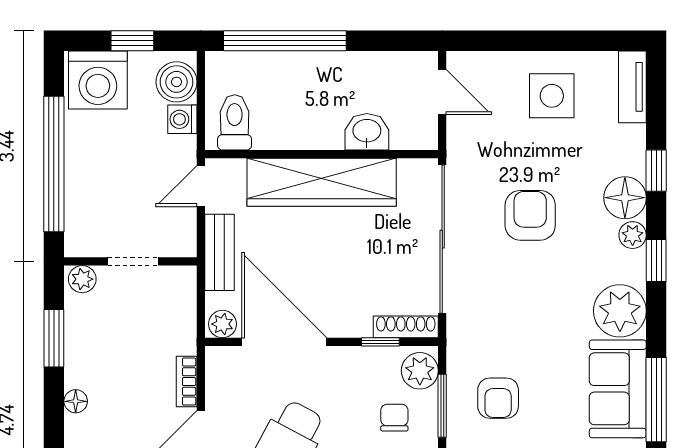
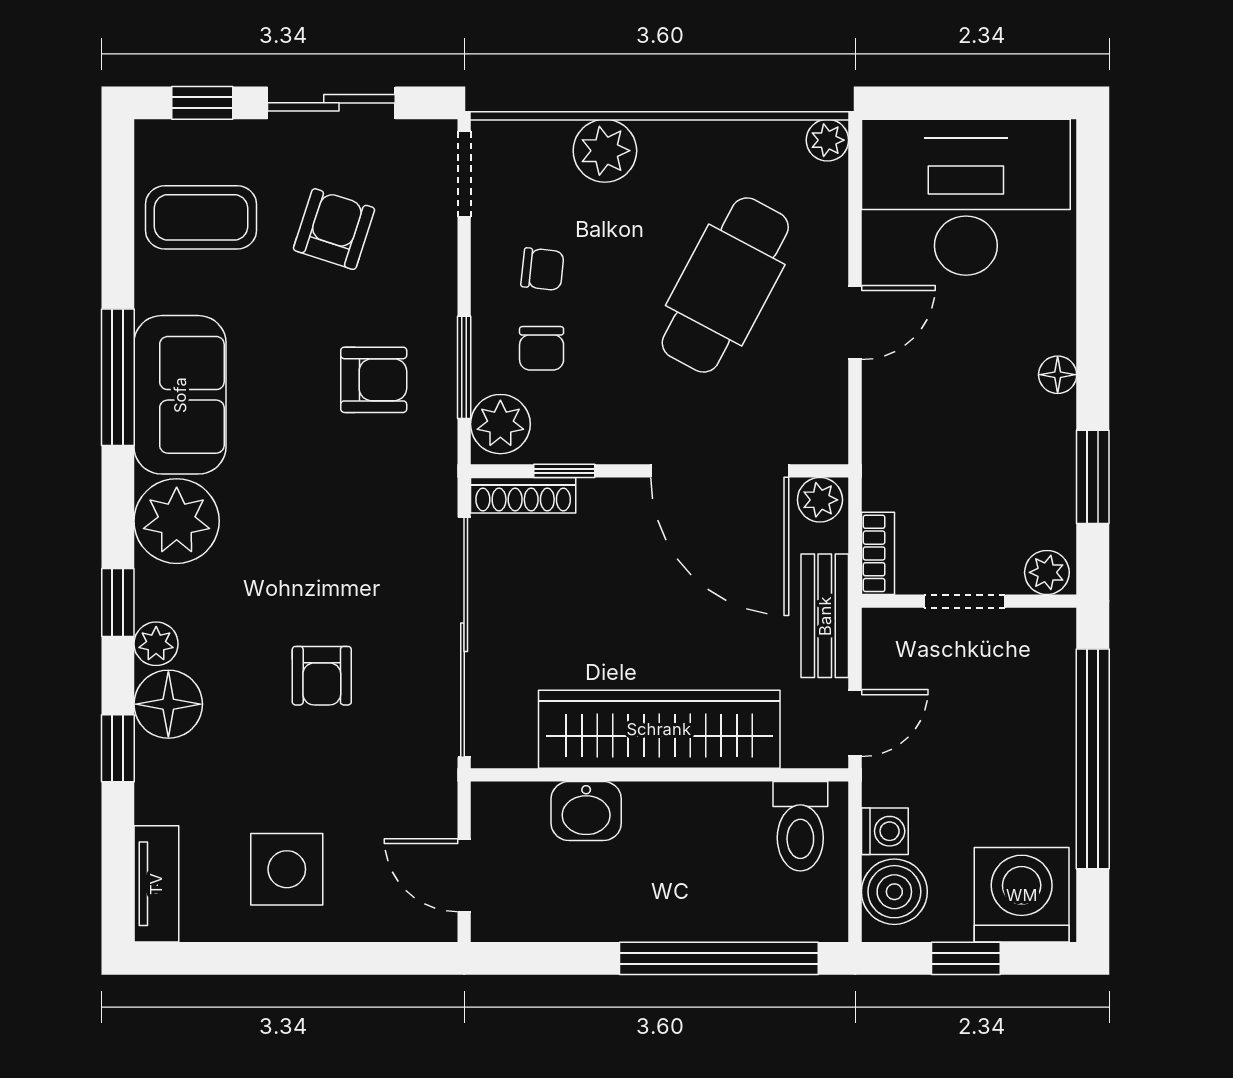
armchair: (530, 215) -> (322, 676), width x0.72, depth x0.72
bookcase: (187, 382) -> (878, 553), moved
armchair: (498, 398) -> (374, 380), turned 90

